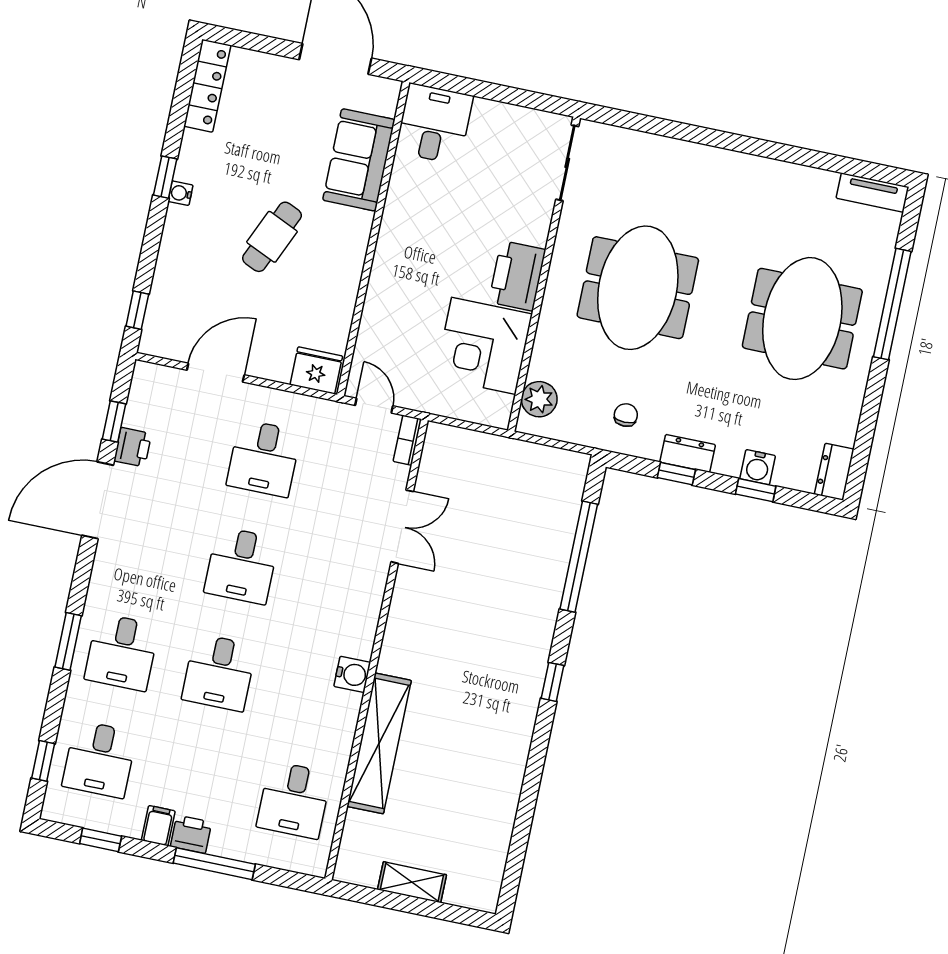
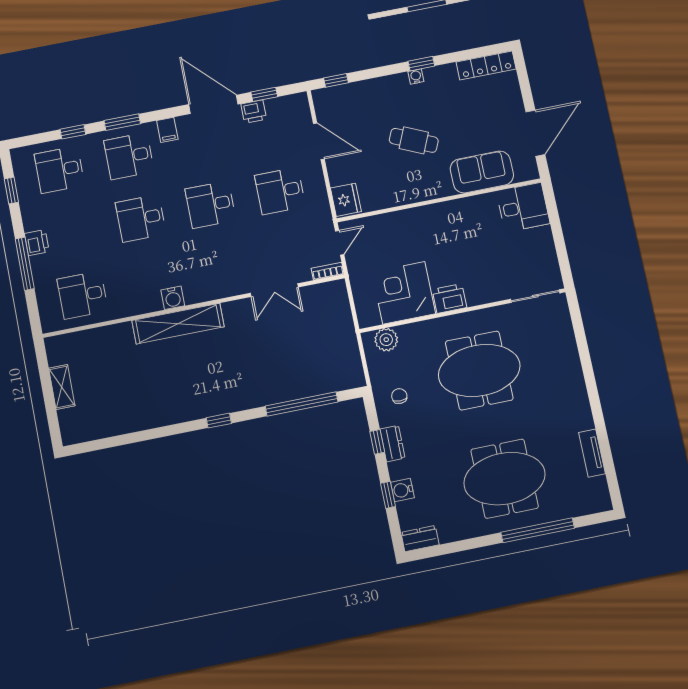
tv unit: (872, 192) -> (592, 453), moved
printer: (517, 276) -> (449, 298), width x0.73, depth x0.84
chair: (626, 415) -> (399, 396), turned -90
shelving: (379, 743) -> (178, 324), moved
window: (43, 761) -> (73, 132), moved
filing cabinet: (158, 826) -> (167, 130), moved, turned 90

